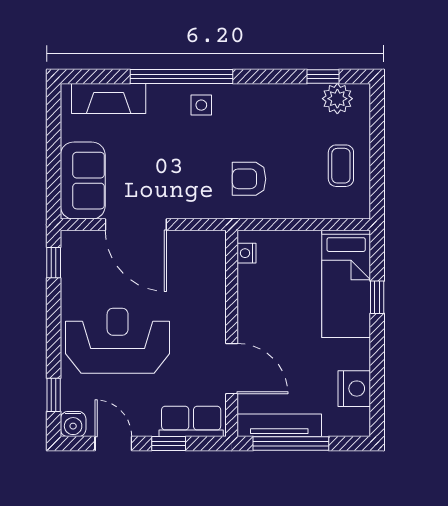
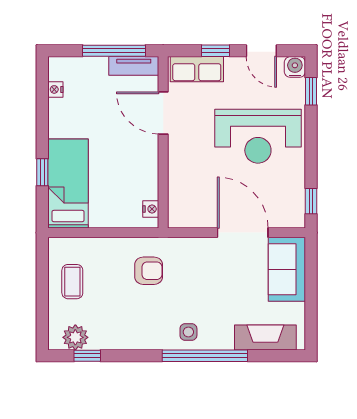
nightstand: (354, 389) -> (55, 89), width x0.53, depth x0.56
tv unit: (279, 425) -> (134, 66), width x0.71

